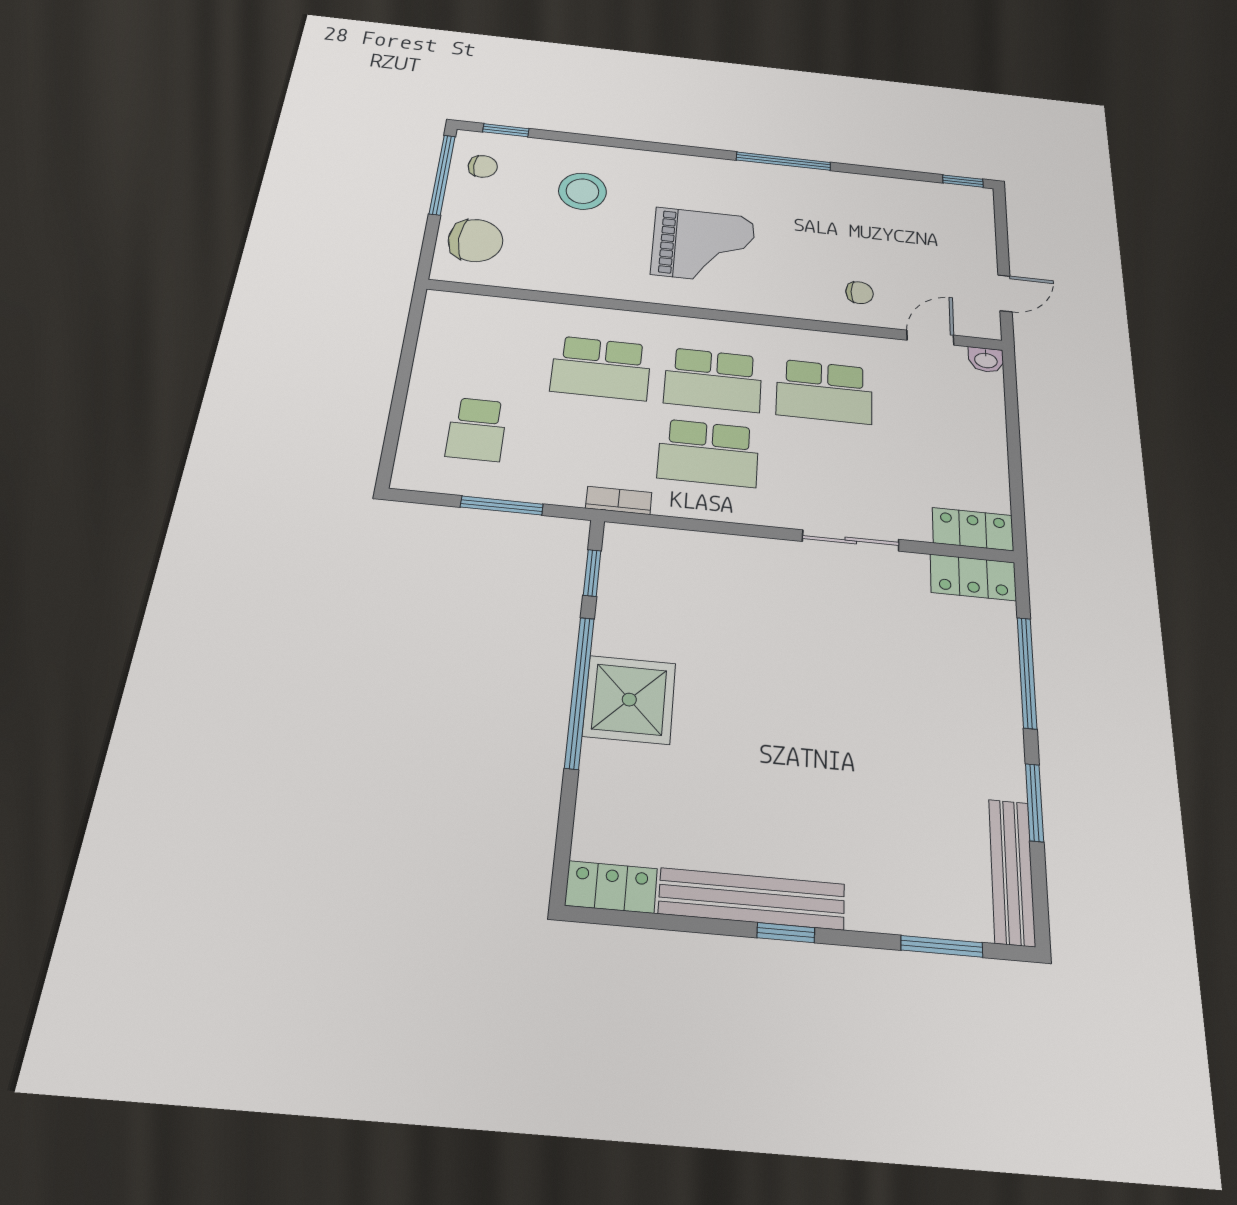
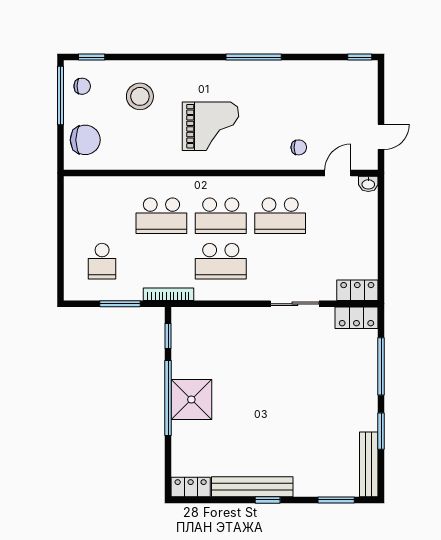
bookcase: (619, 500) -> (168, 294), width x1.56

